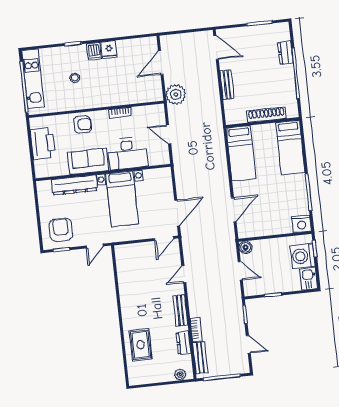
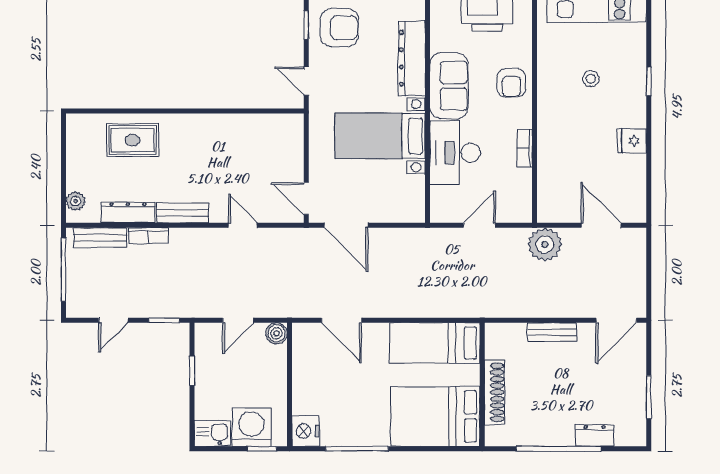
dishwasher: (94, 51) -> (632, 116), removed
bed: (290, 147) -> (435, 416), width x1.50
dresser: (184, 343) -> (128, 212), width x1.44

